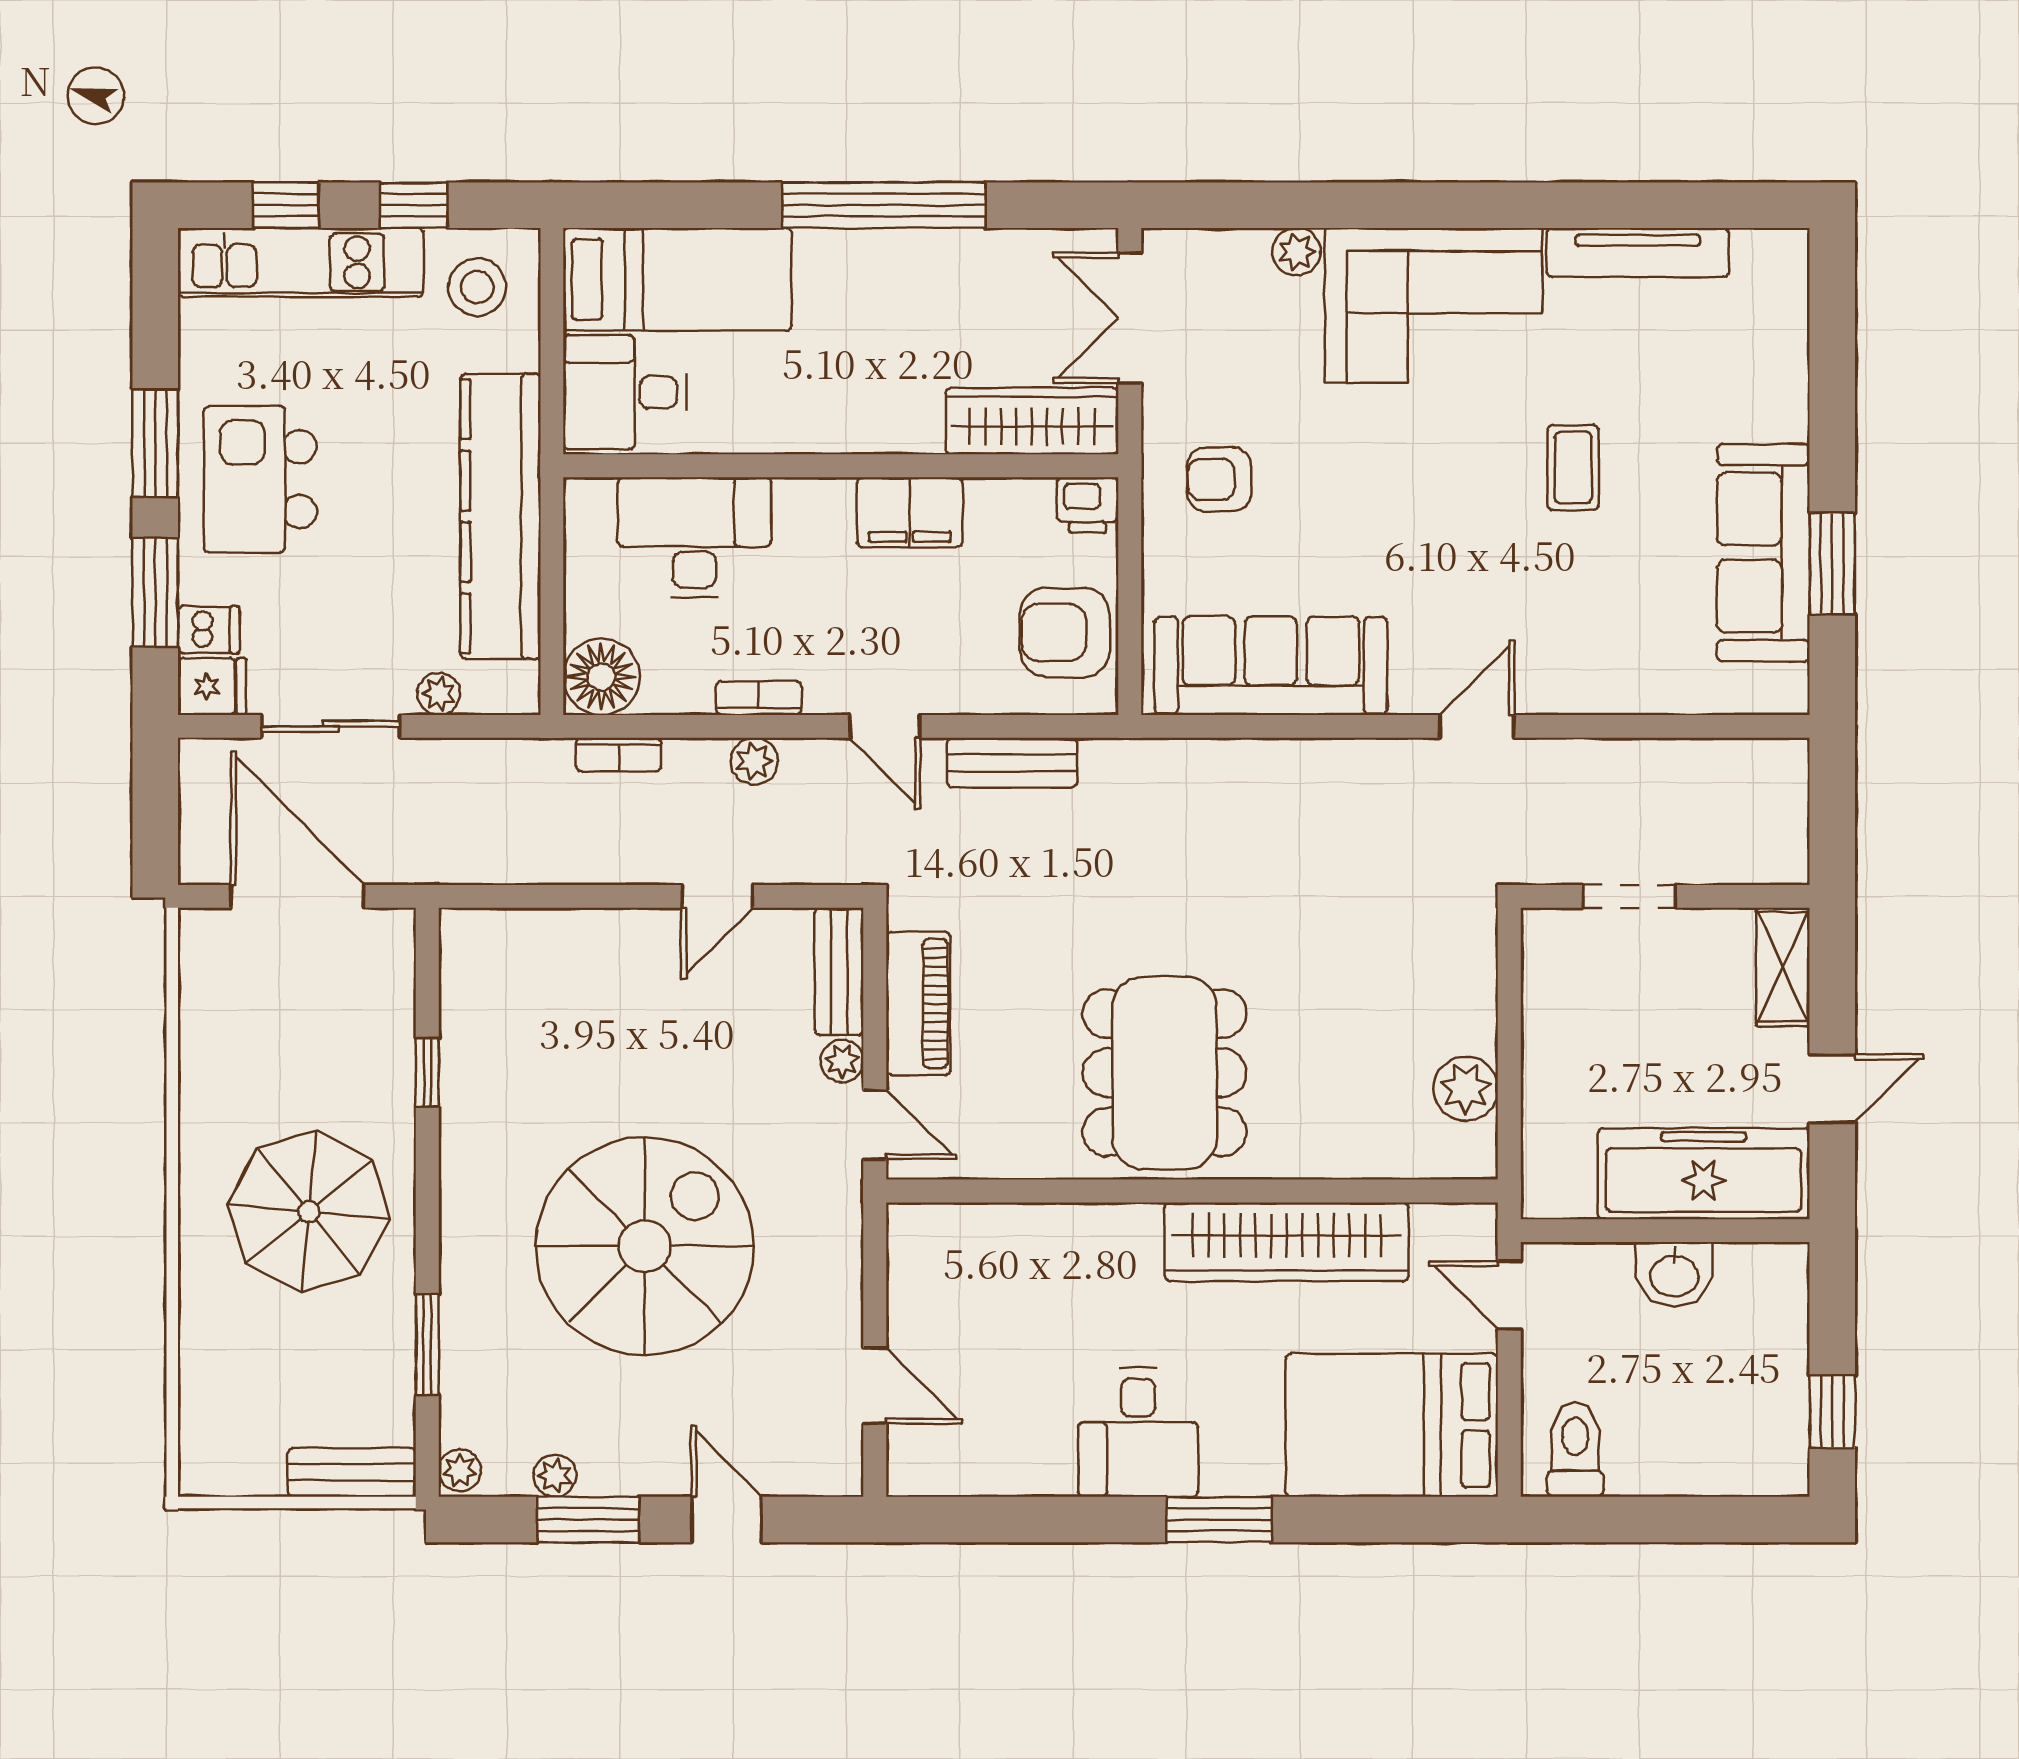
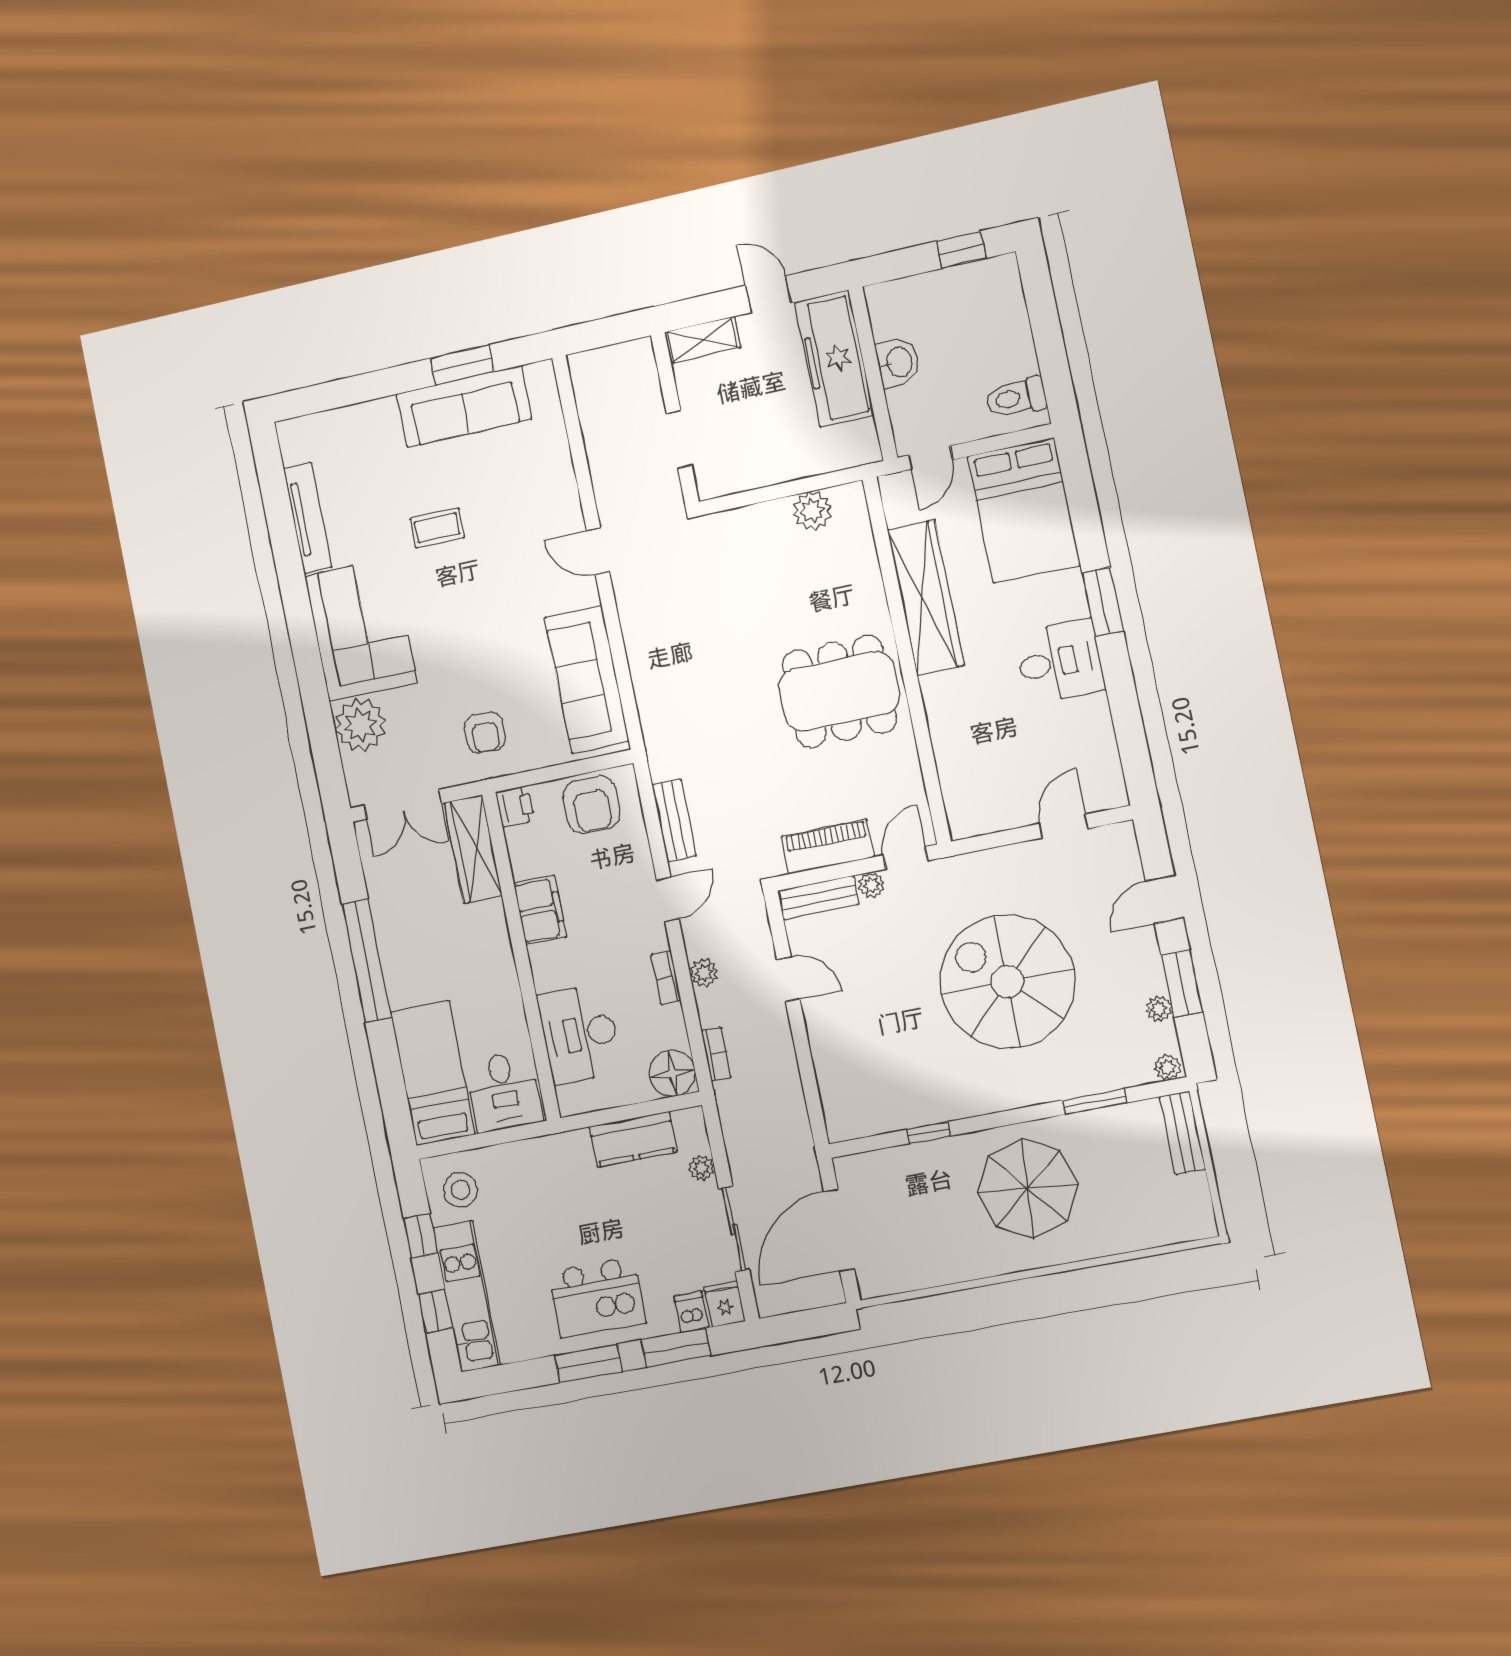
plant: (1297, 252) -> (360, 725), width x1.88, depth x1.88
kitchen counter: (501, 516) -> (633, 1139), width x0.48, depth x0.86

